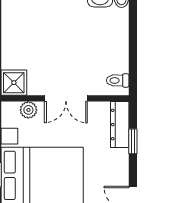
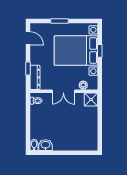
double door: (66, 98) -> (63, 91), swing flipped

